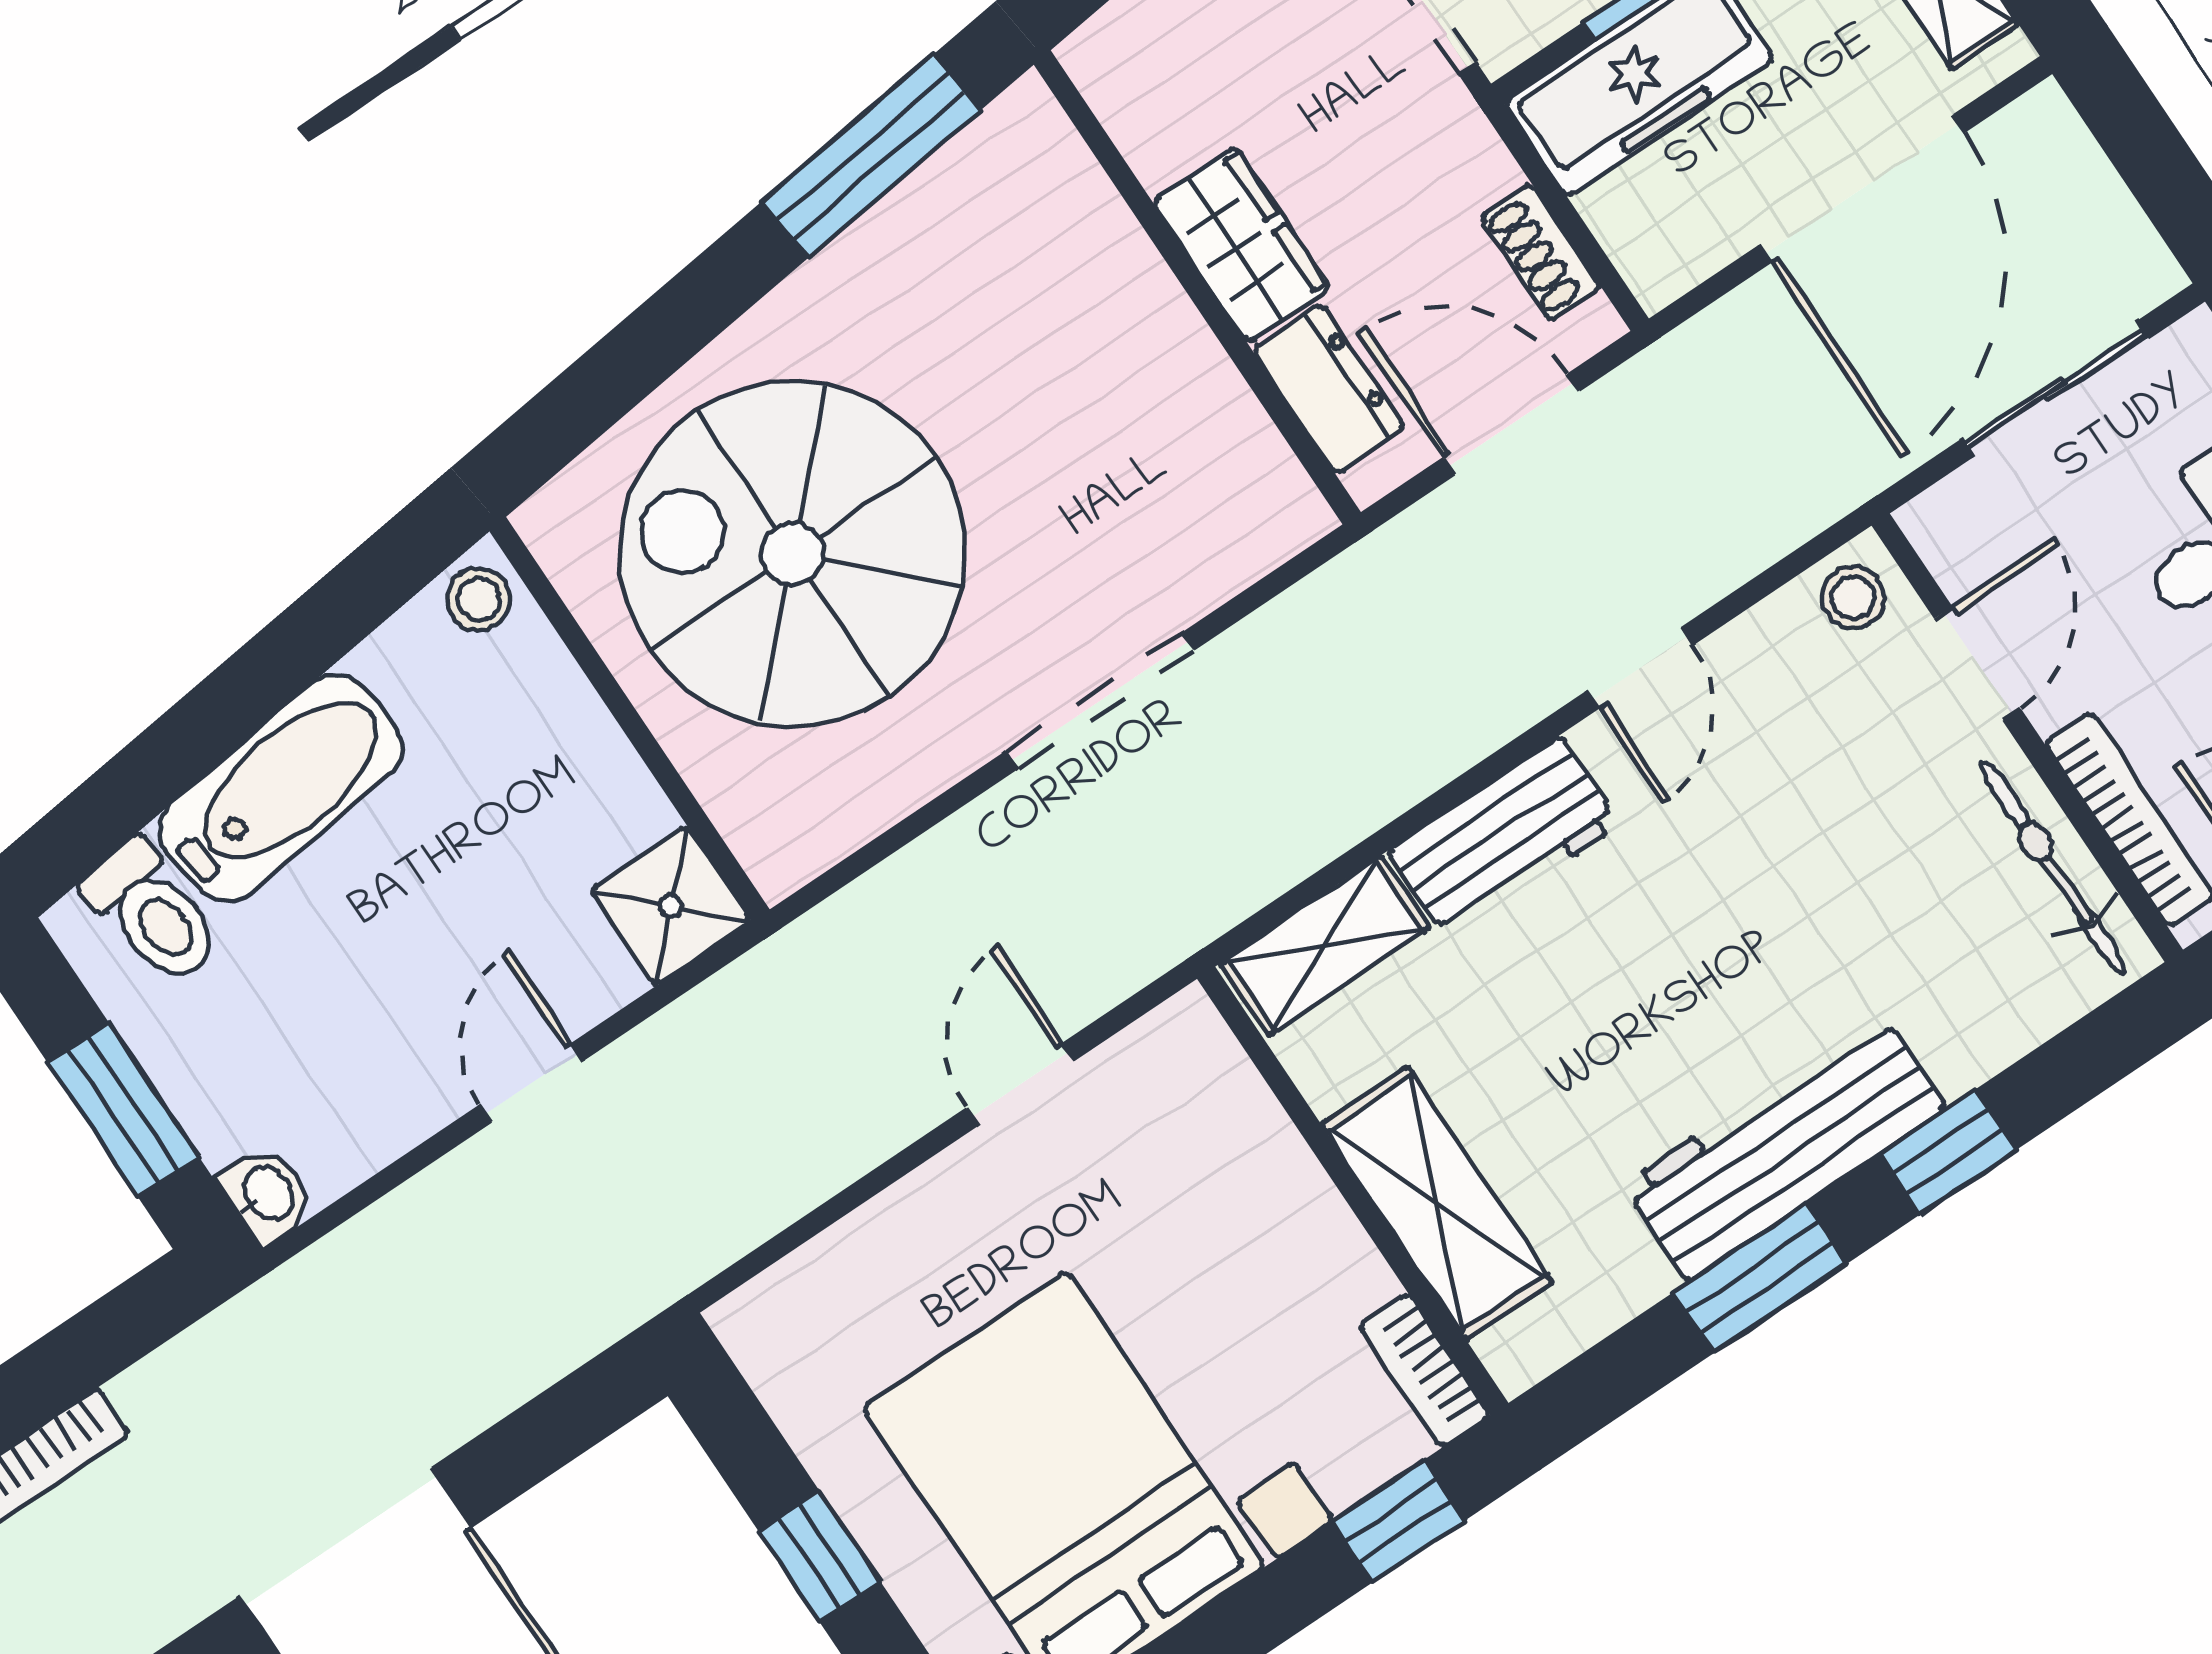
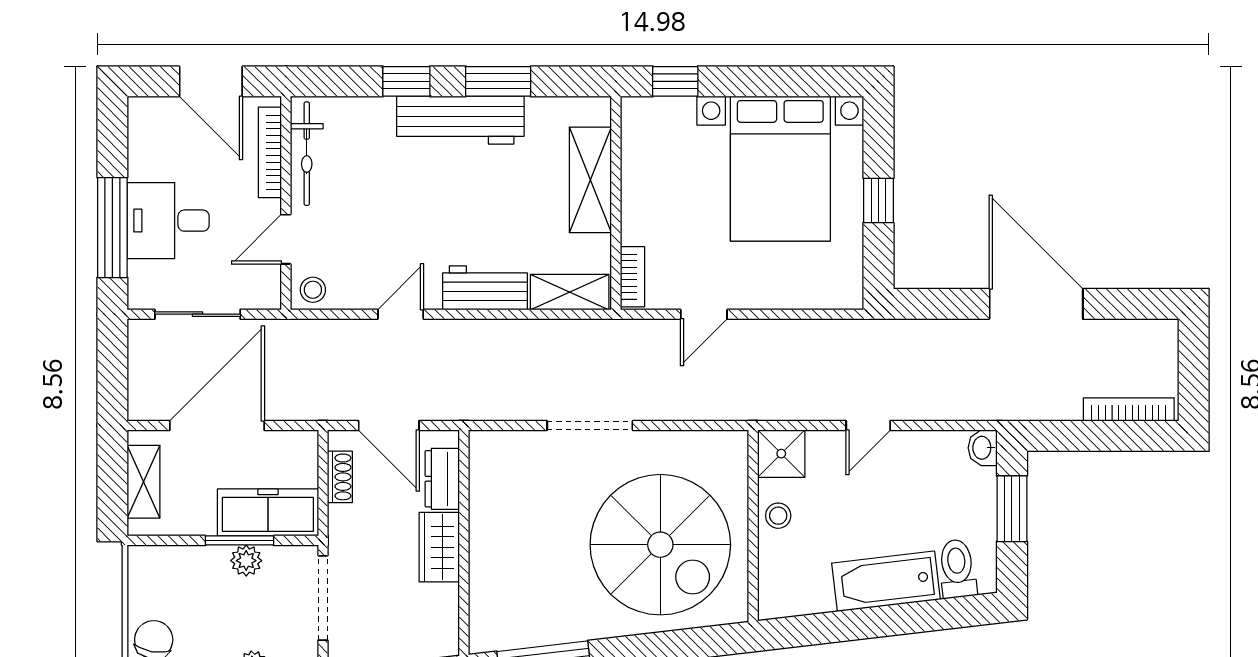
stool: (479, 599) -> (778, 516), moved
bookcase: (1424, 1370) -> (632, 277), moved

